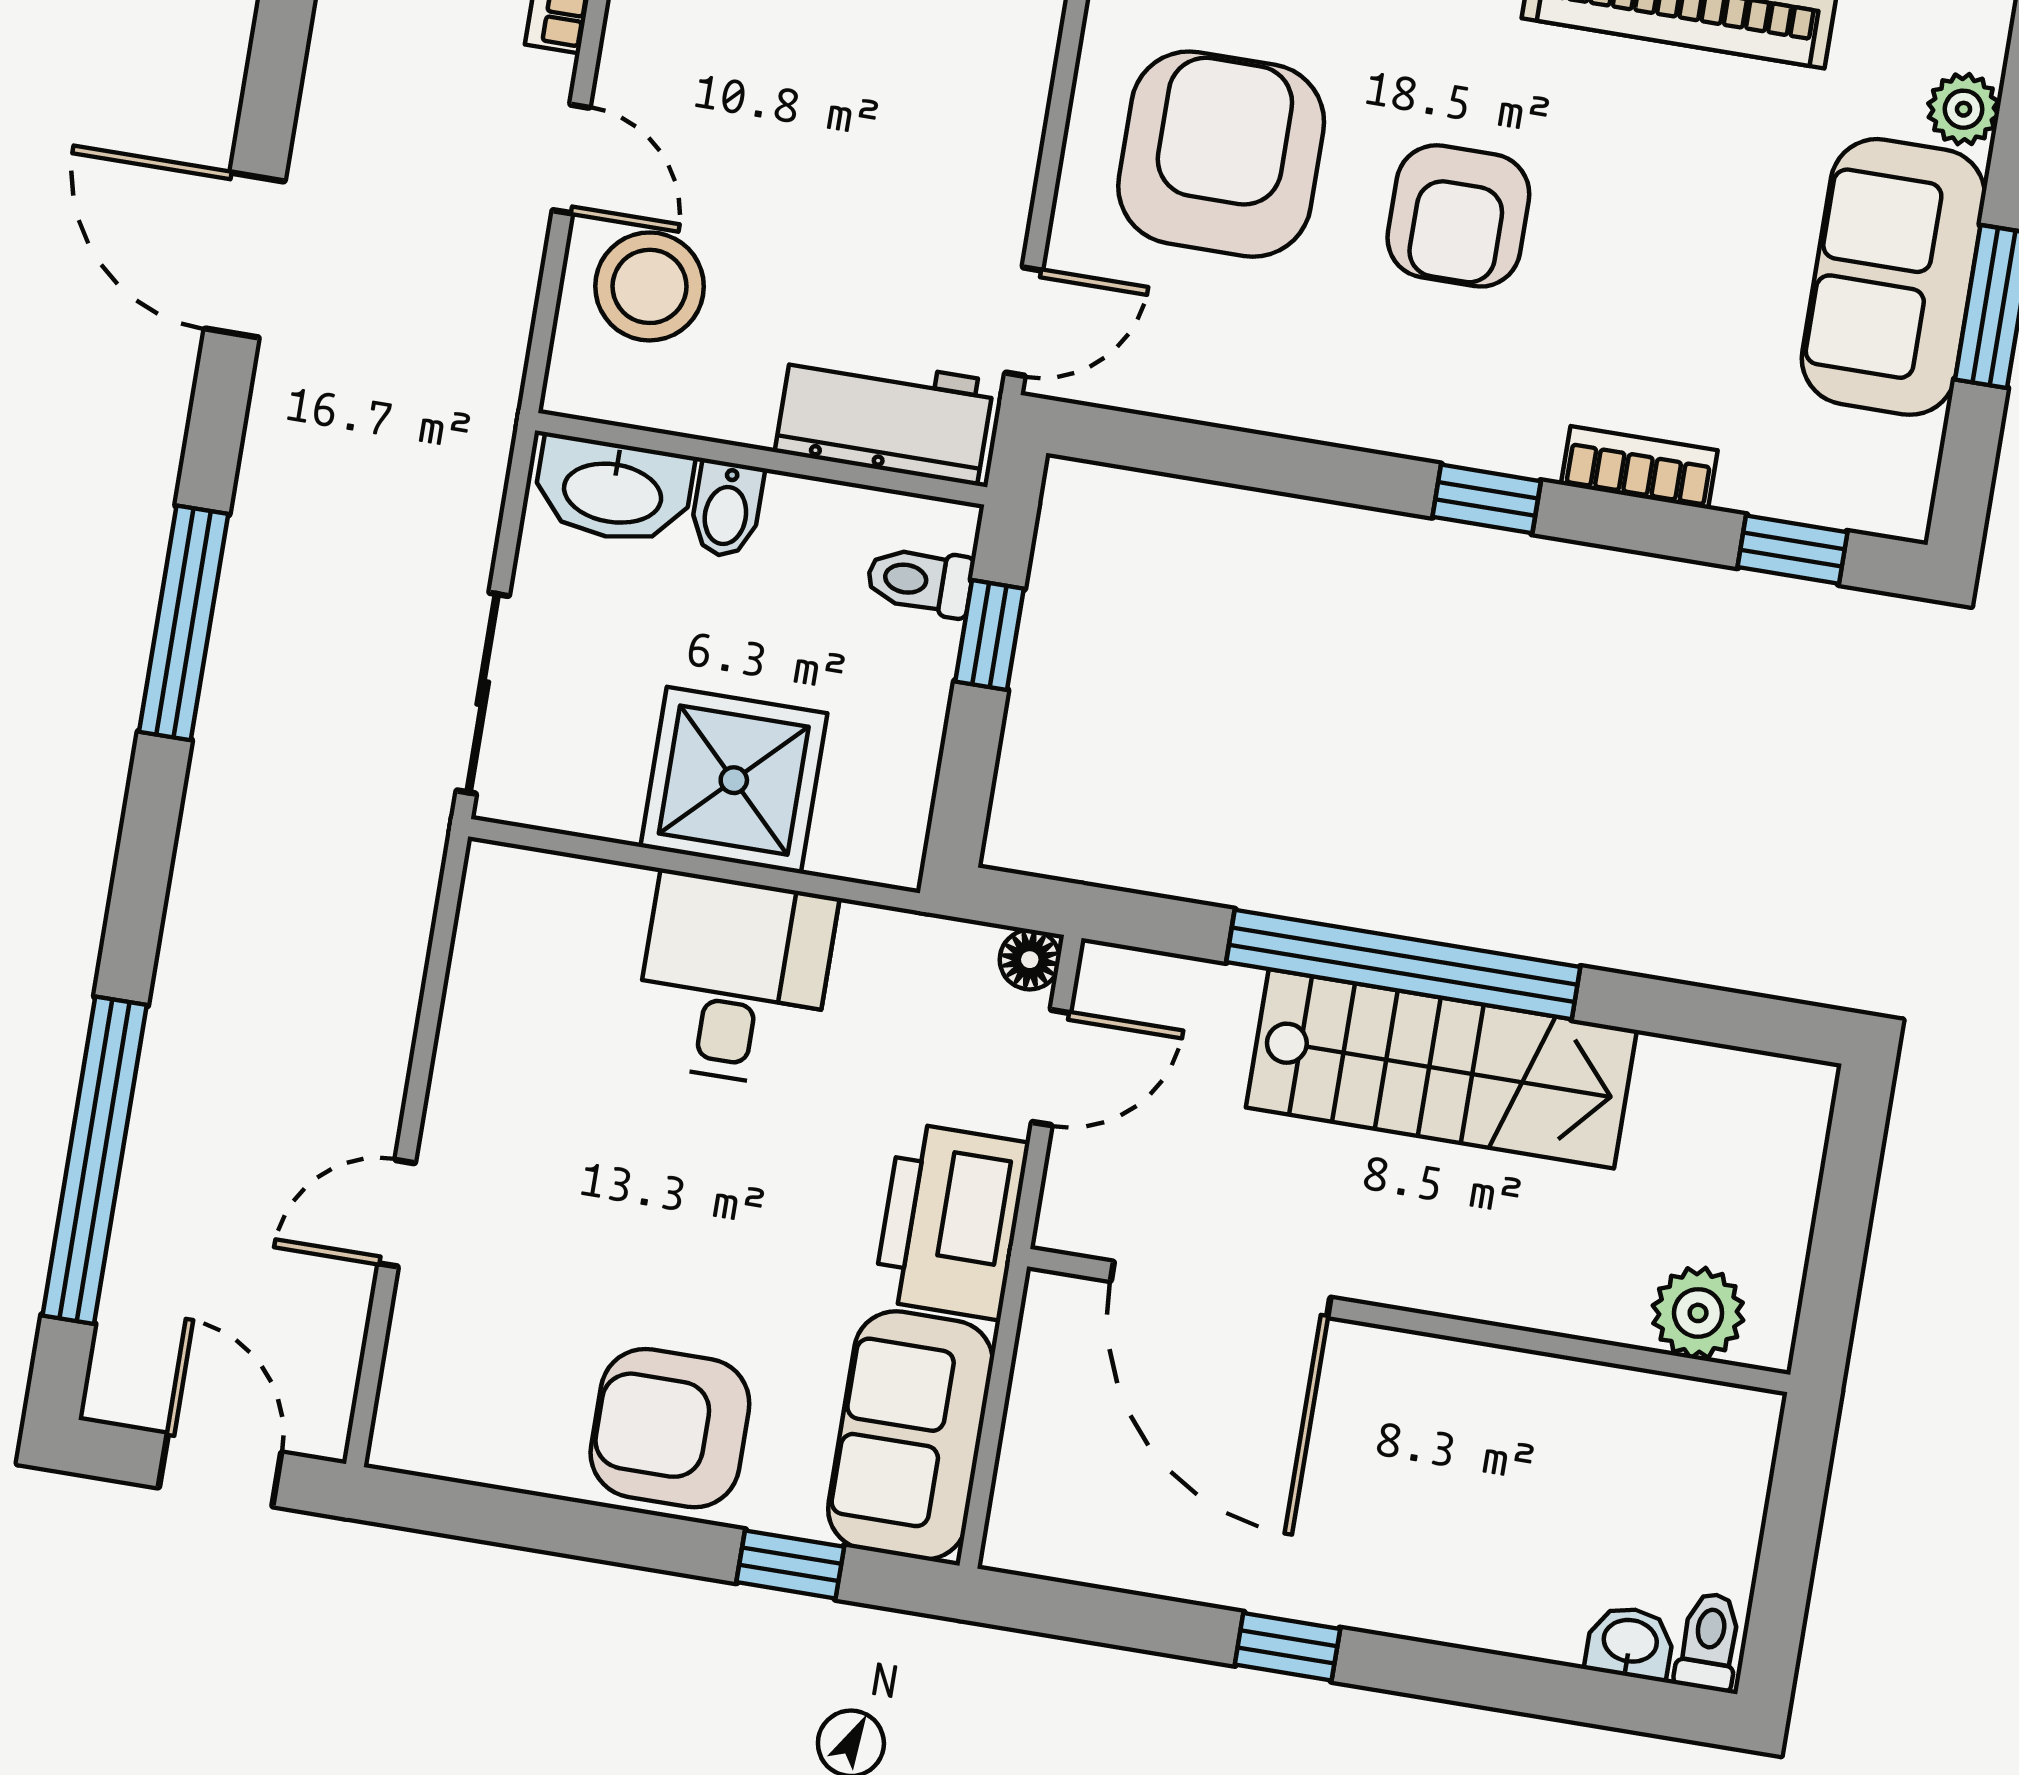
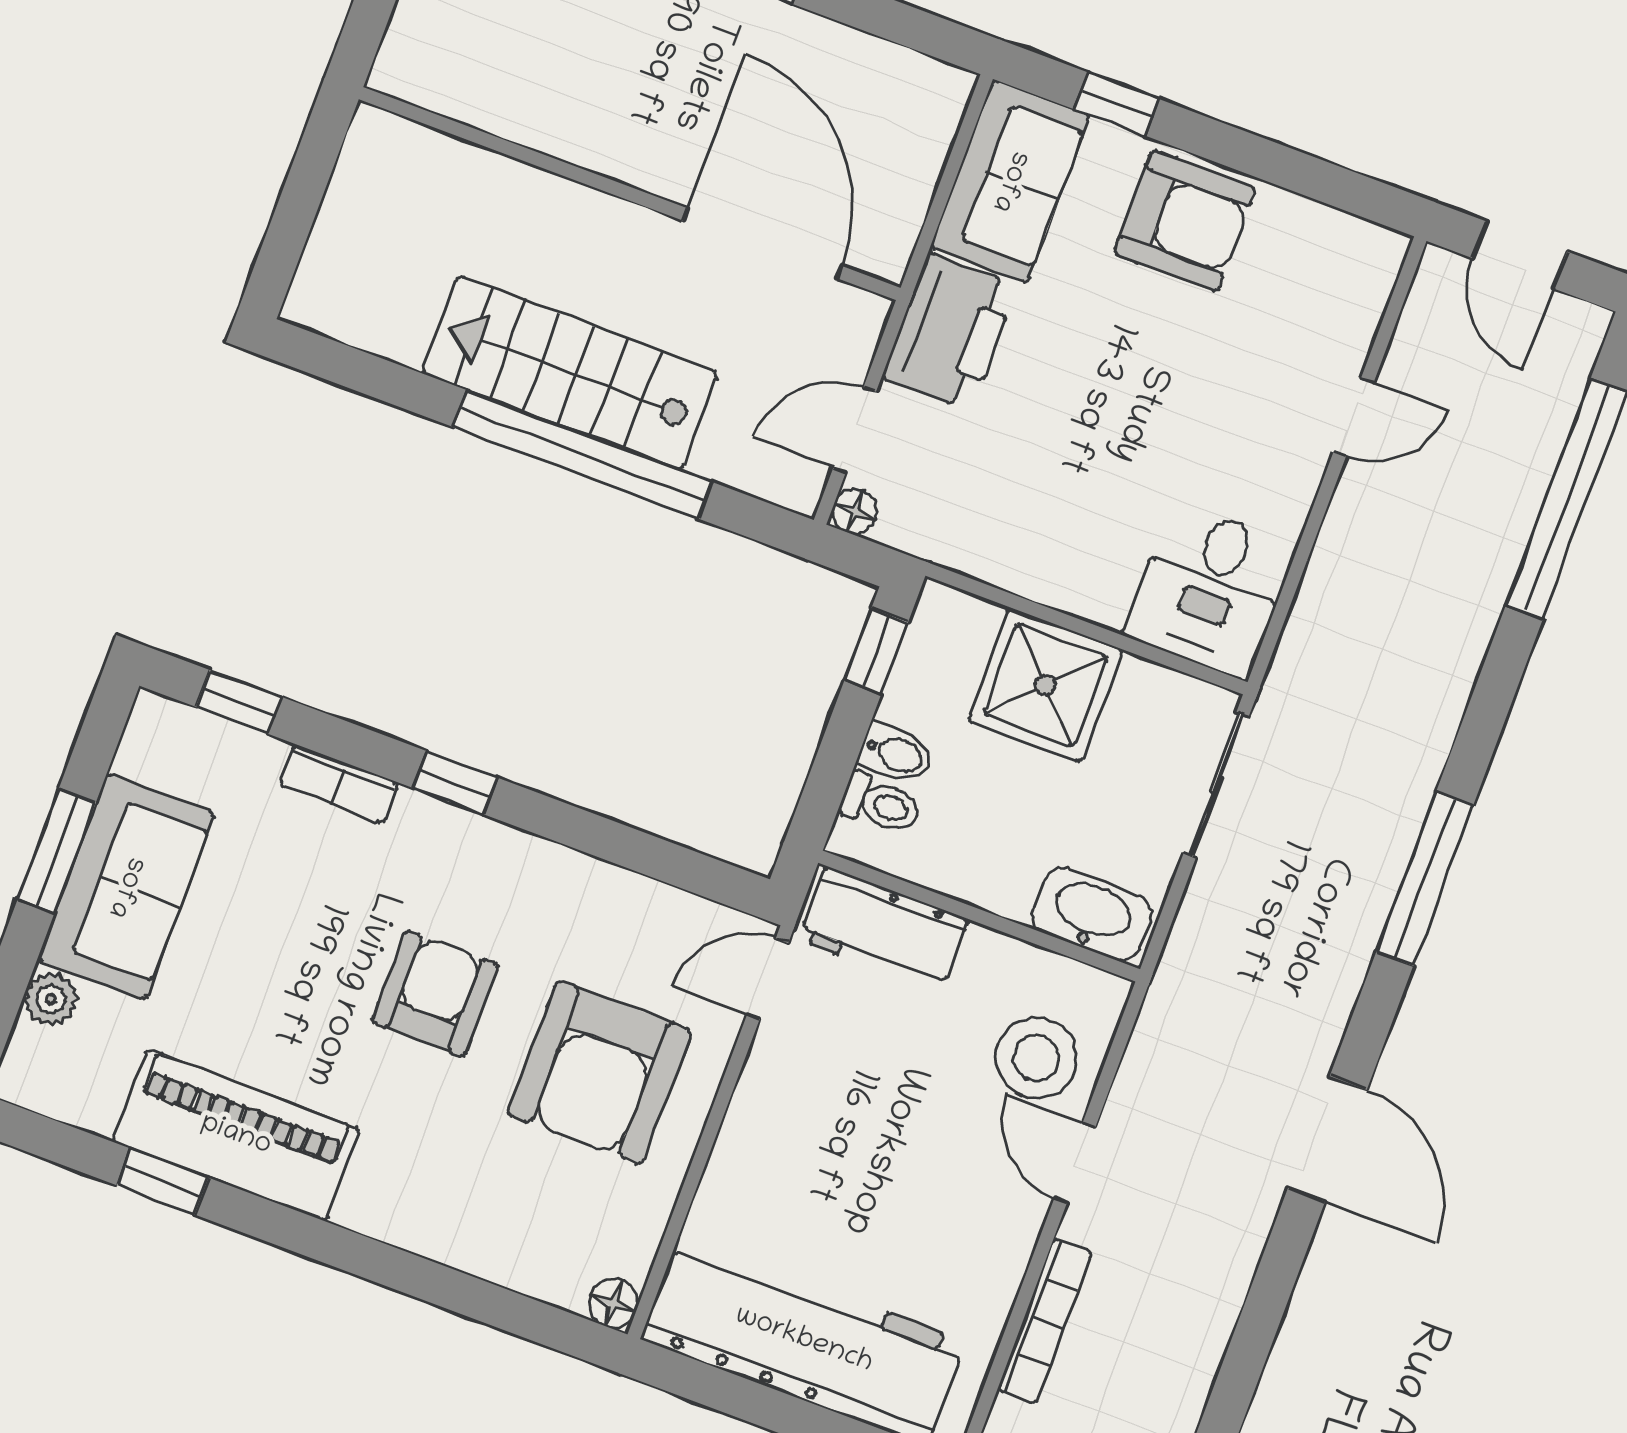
bidet: (727, 509) -> (896, 754), moved, turned 90
window: (989, 635) -> (876, 651), moved
desk: (734, 980) -> (1210, 590), moved
plant: (1698, 1313) -> (417, 158), removed

